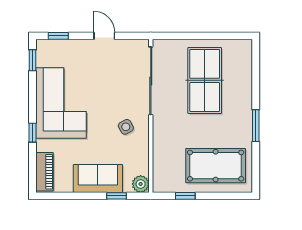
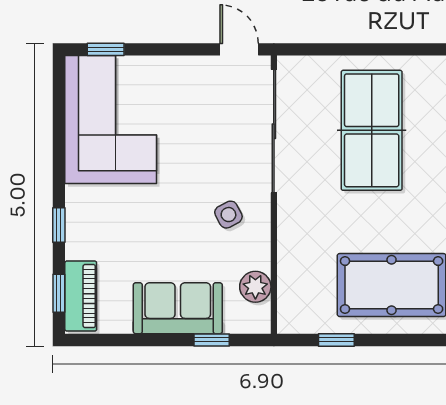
door: (104, 36) -> (239, 49), moved
window: (33, 60) -> (59, 293), moved
corner sofa: (61, 103) -> (111, 119), moved
plant: (141, 184) -> (255, 287), moved

